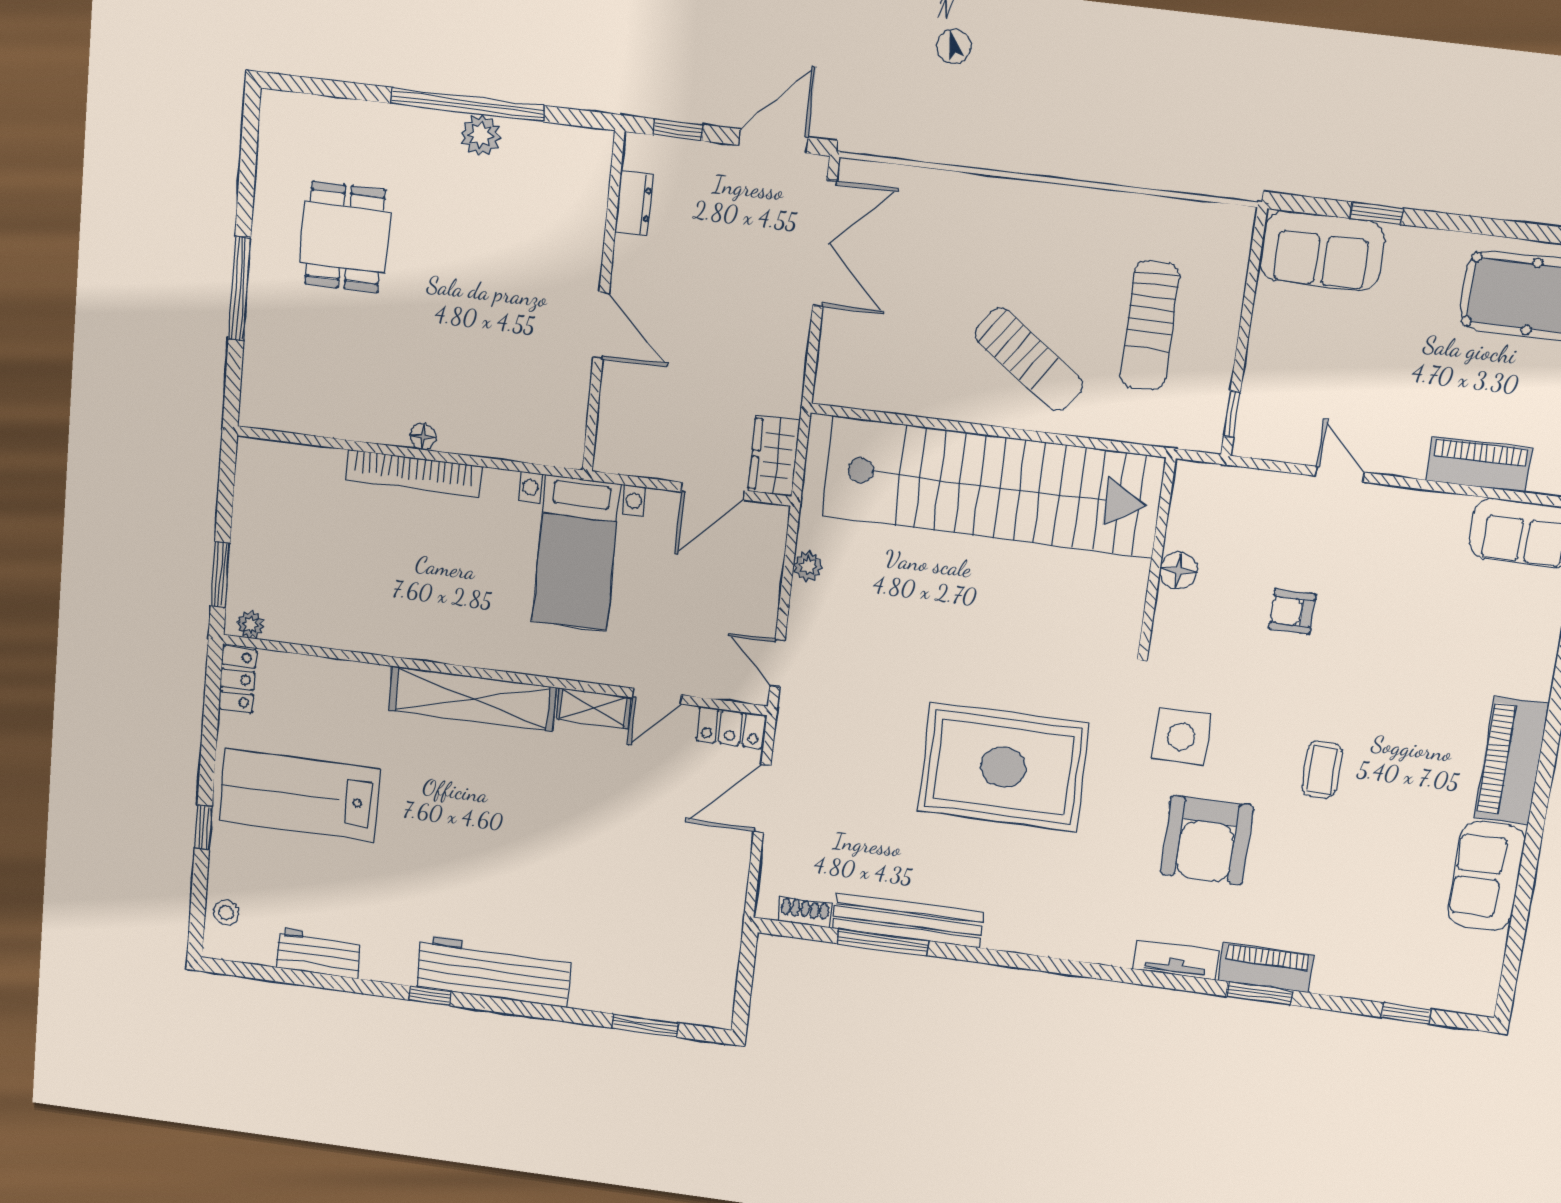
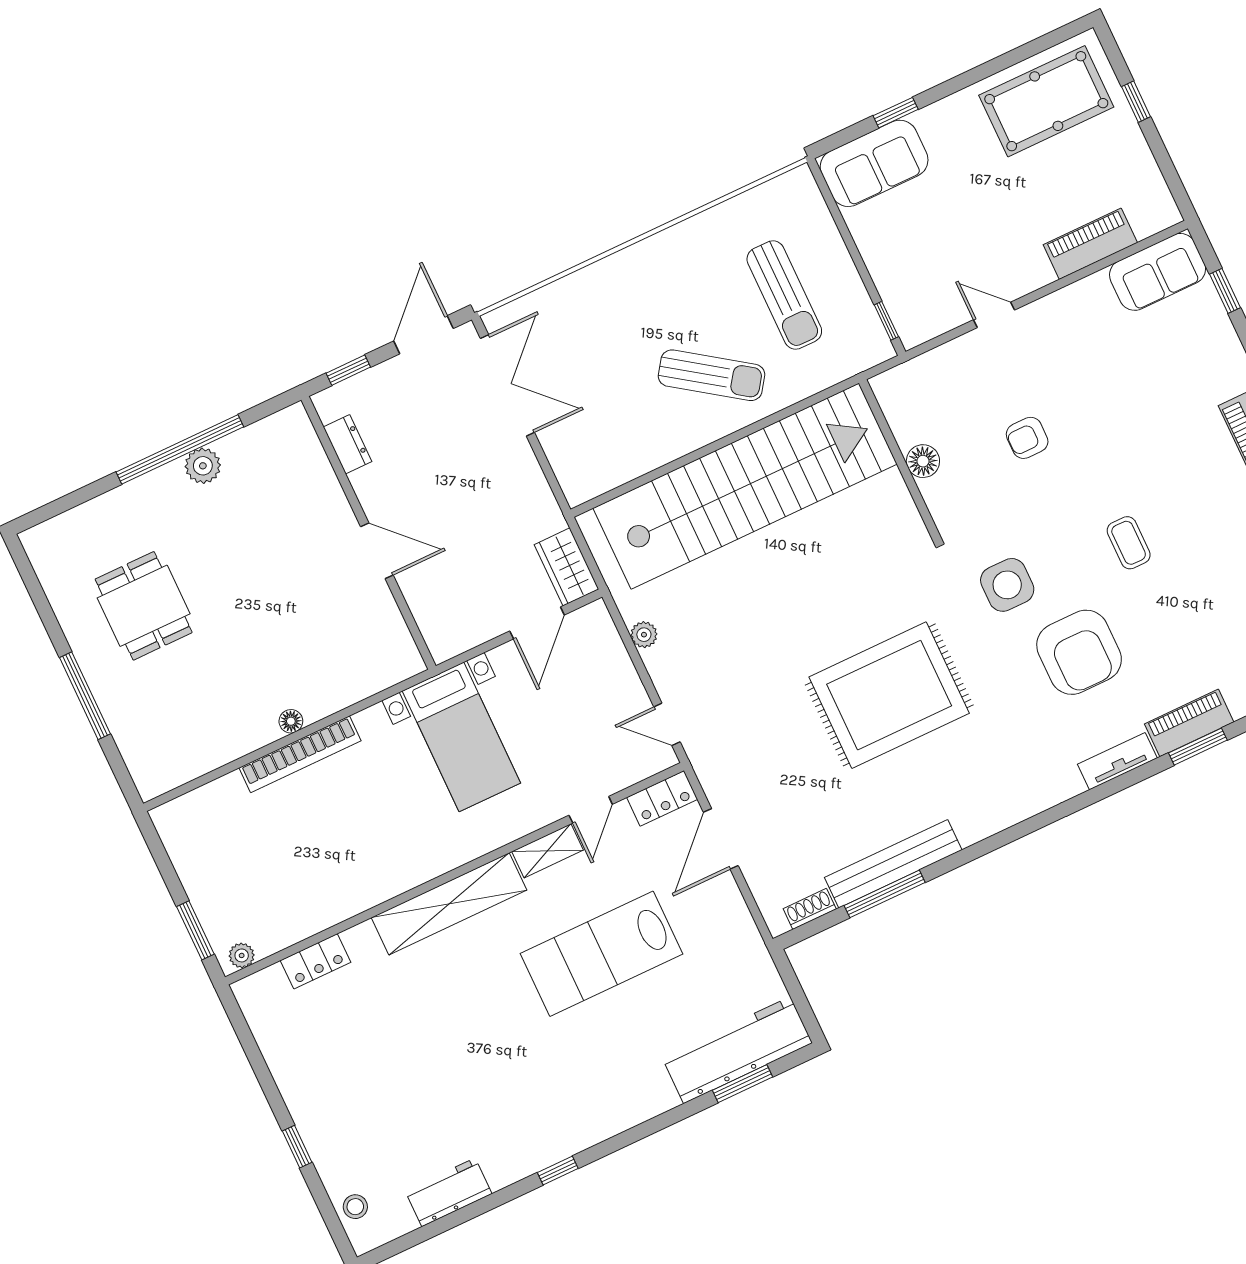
locker: (238, 679) -> (316, 961), moved, turned 90
lab bench: (299, 795) -> (601, 954), moved
workbench: (494, 971) -> (737, 1050), moved

